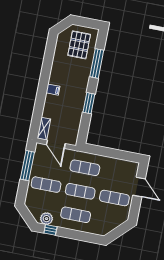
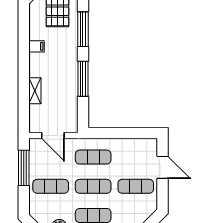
filing cabinet: (53, 90) -> (37, 46), moved
window: (89, 103) -> (83, 79), width x1.44
shelving: (44, 129) -> (35, 91), moved

